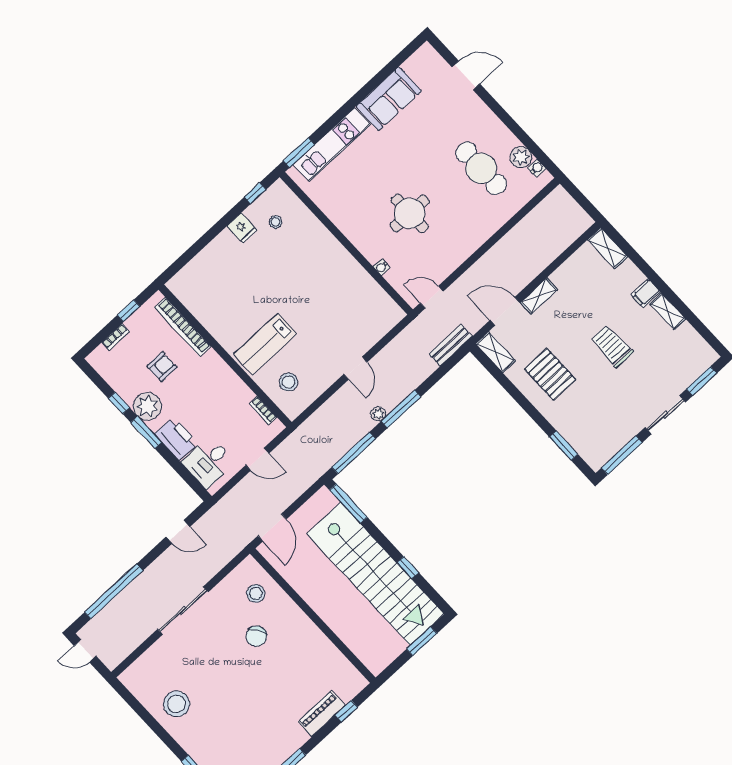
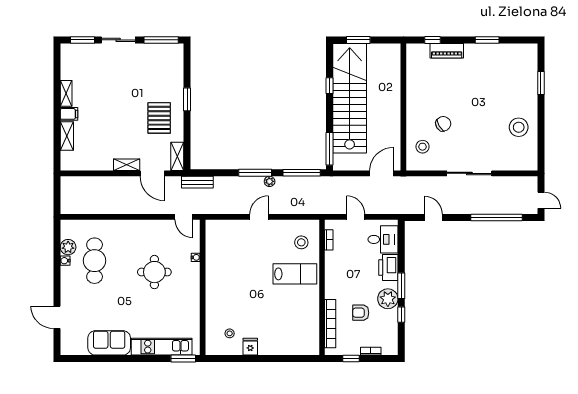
water cooler: (537, 168) -> (65, 261), moved
window: (255, 193) -> (226, 359), removed
shelving: (608, 248) -> (67, 136), moved
trolley: (612, 346) -> (113, 102), removed
window: (564, 446) -> (187, 99), moved

